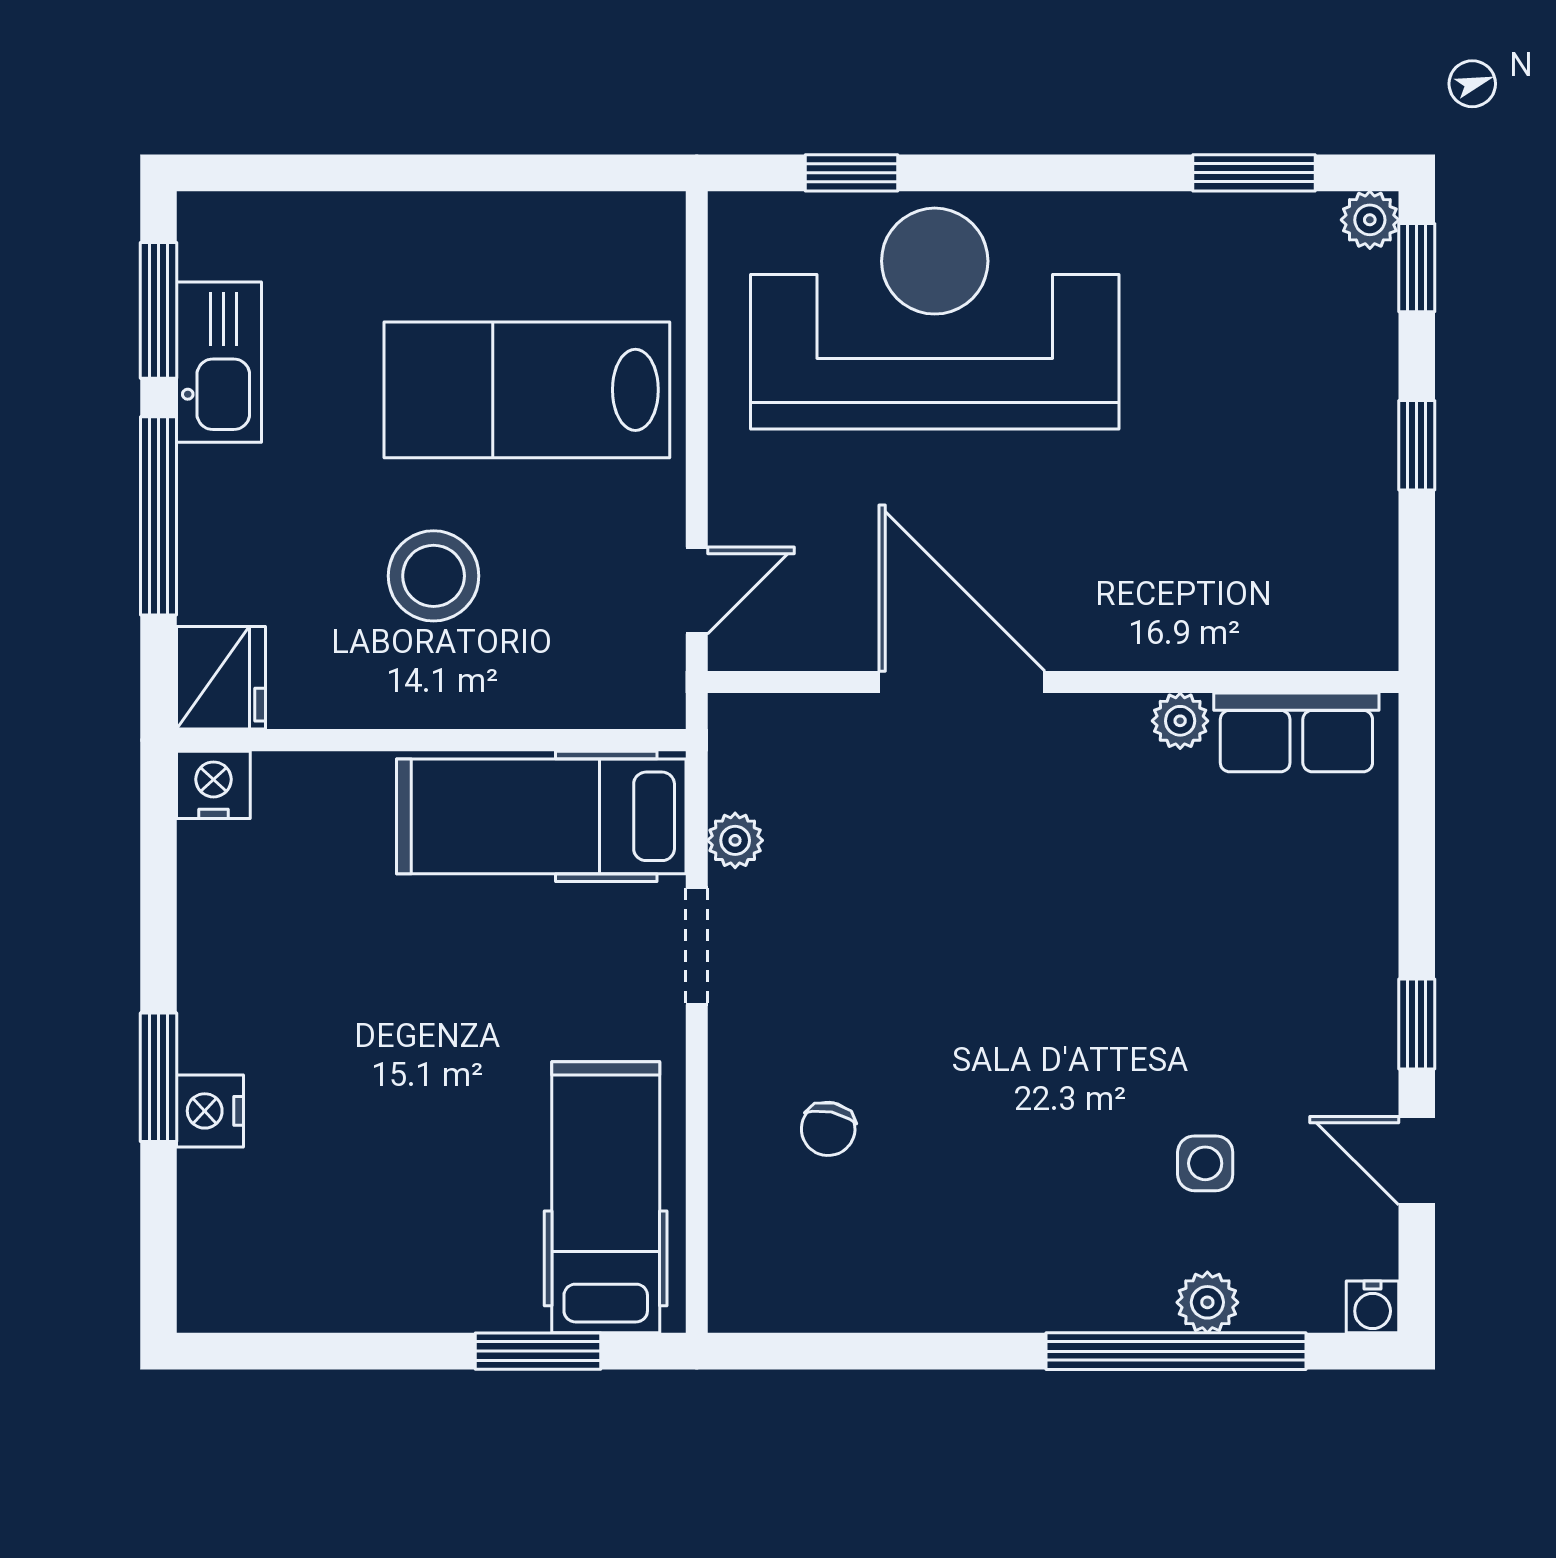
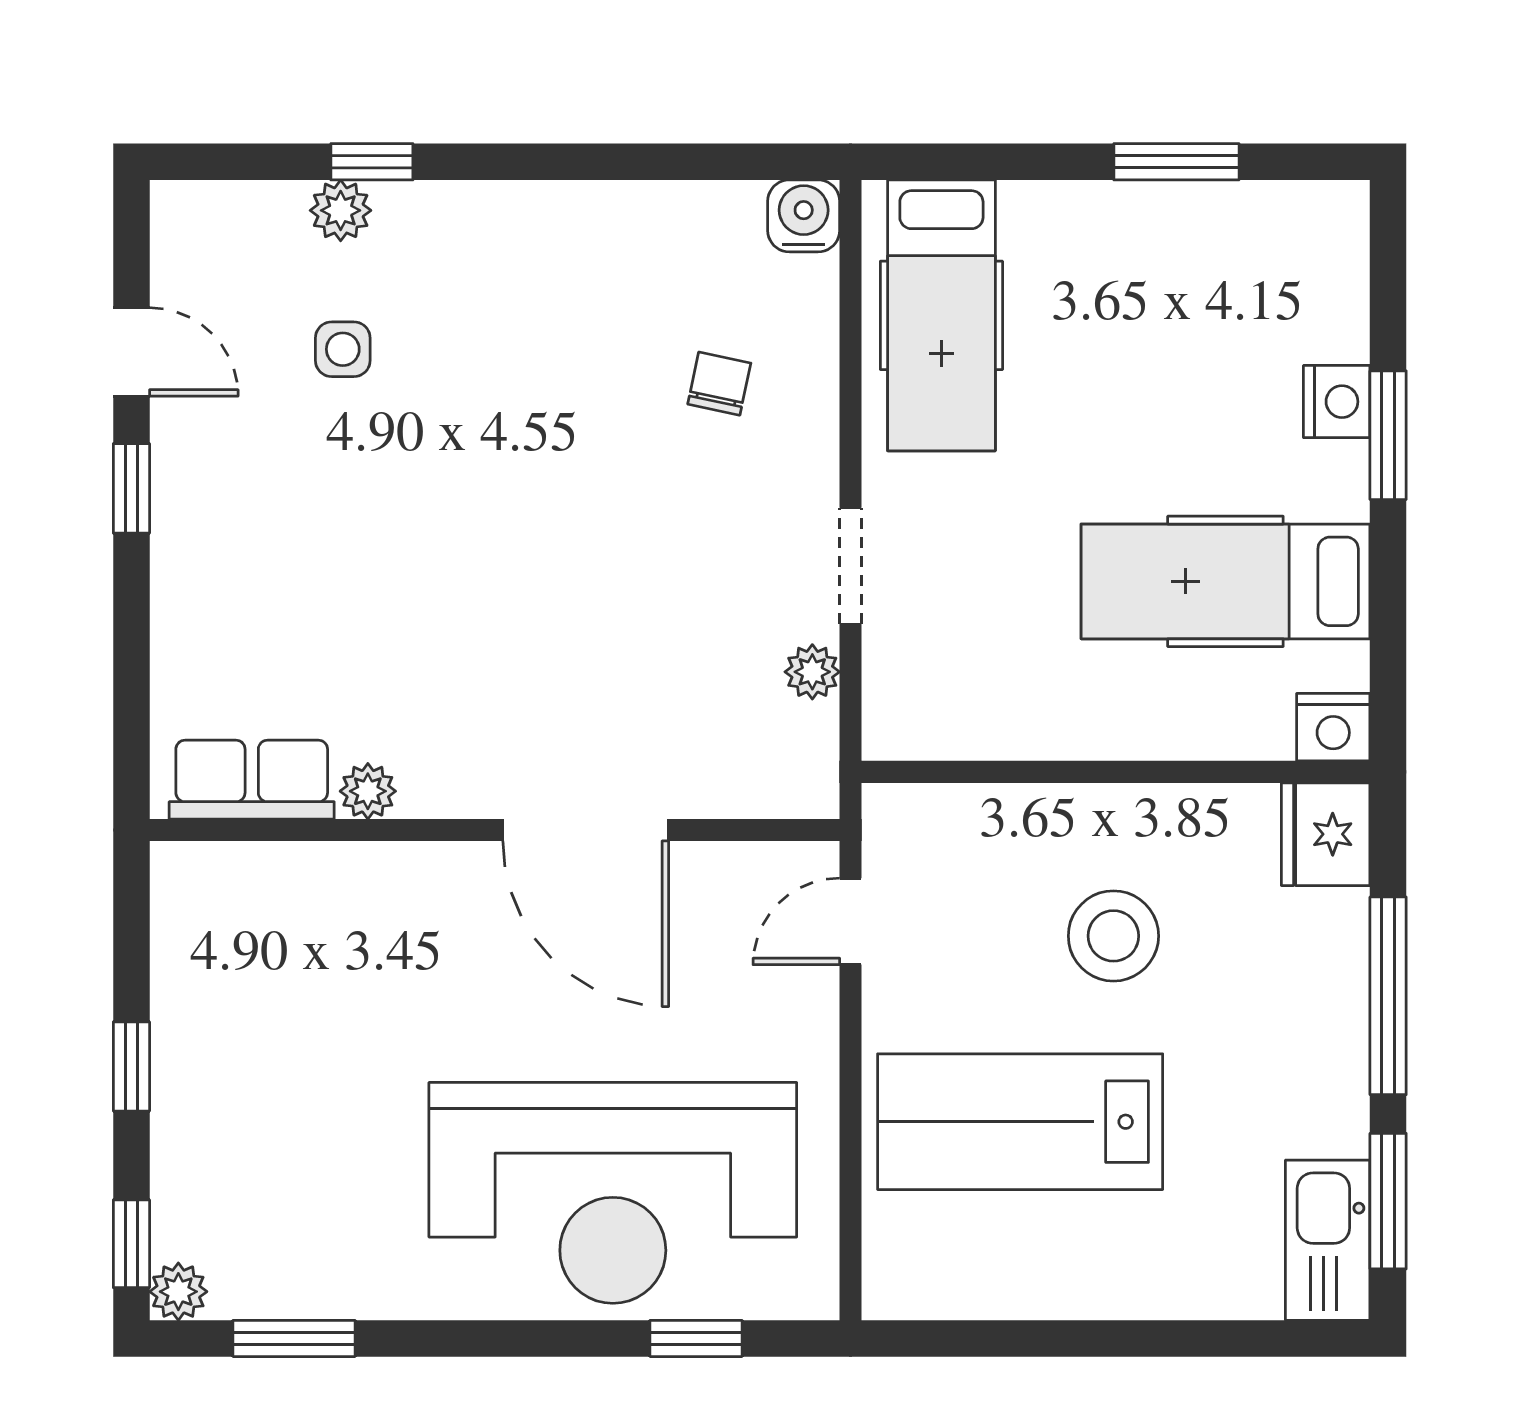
kitchen sink: (219, 362) -> (1328, 1240), moved
lab bench: (527, 390) -> (1020, 1122), turned 180
hospital bed: (541, 816) -> (1225, 581), moved, turned 180
water cooler: (1373, 1307) -> (804, 216), moved, width x1.38, depth x1.38
window: (538, 1351) -> (1176, 162), moved
window: (1176, 1351) -> (372, 162), width x0.32

